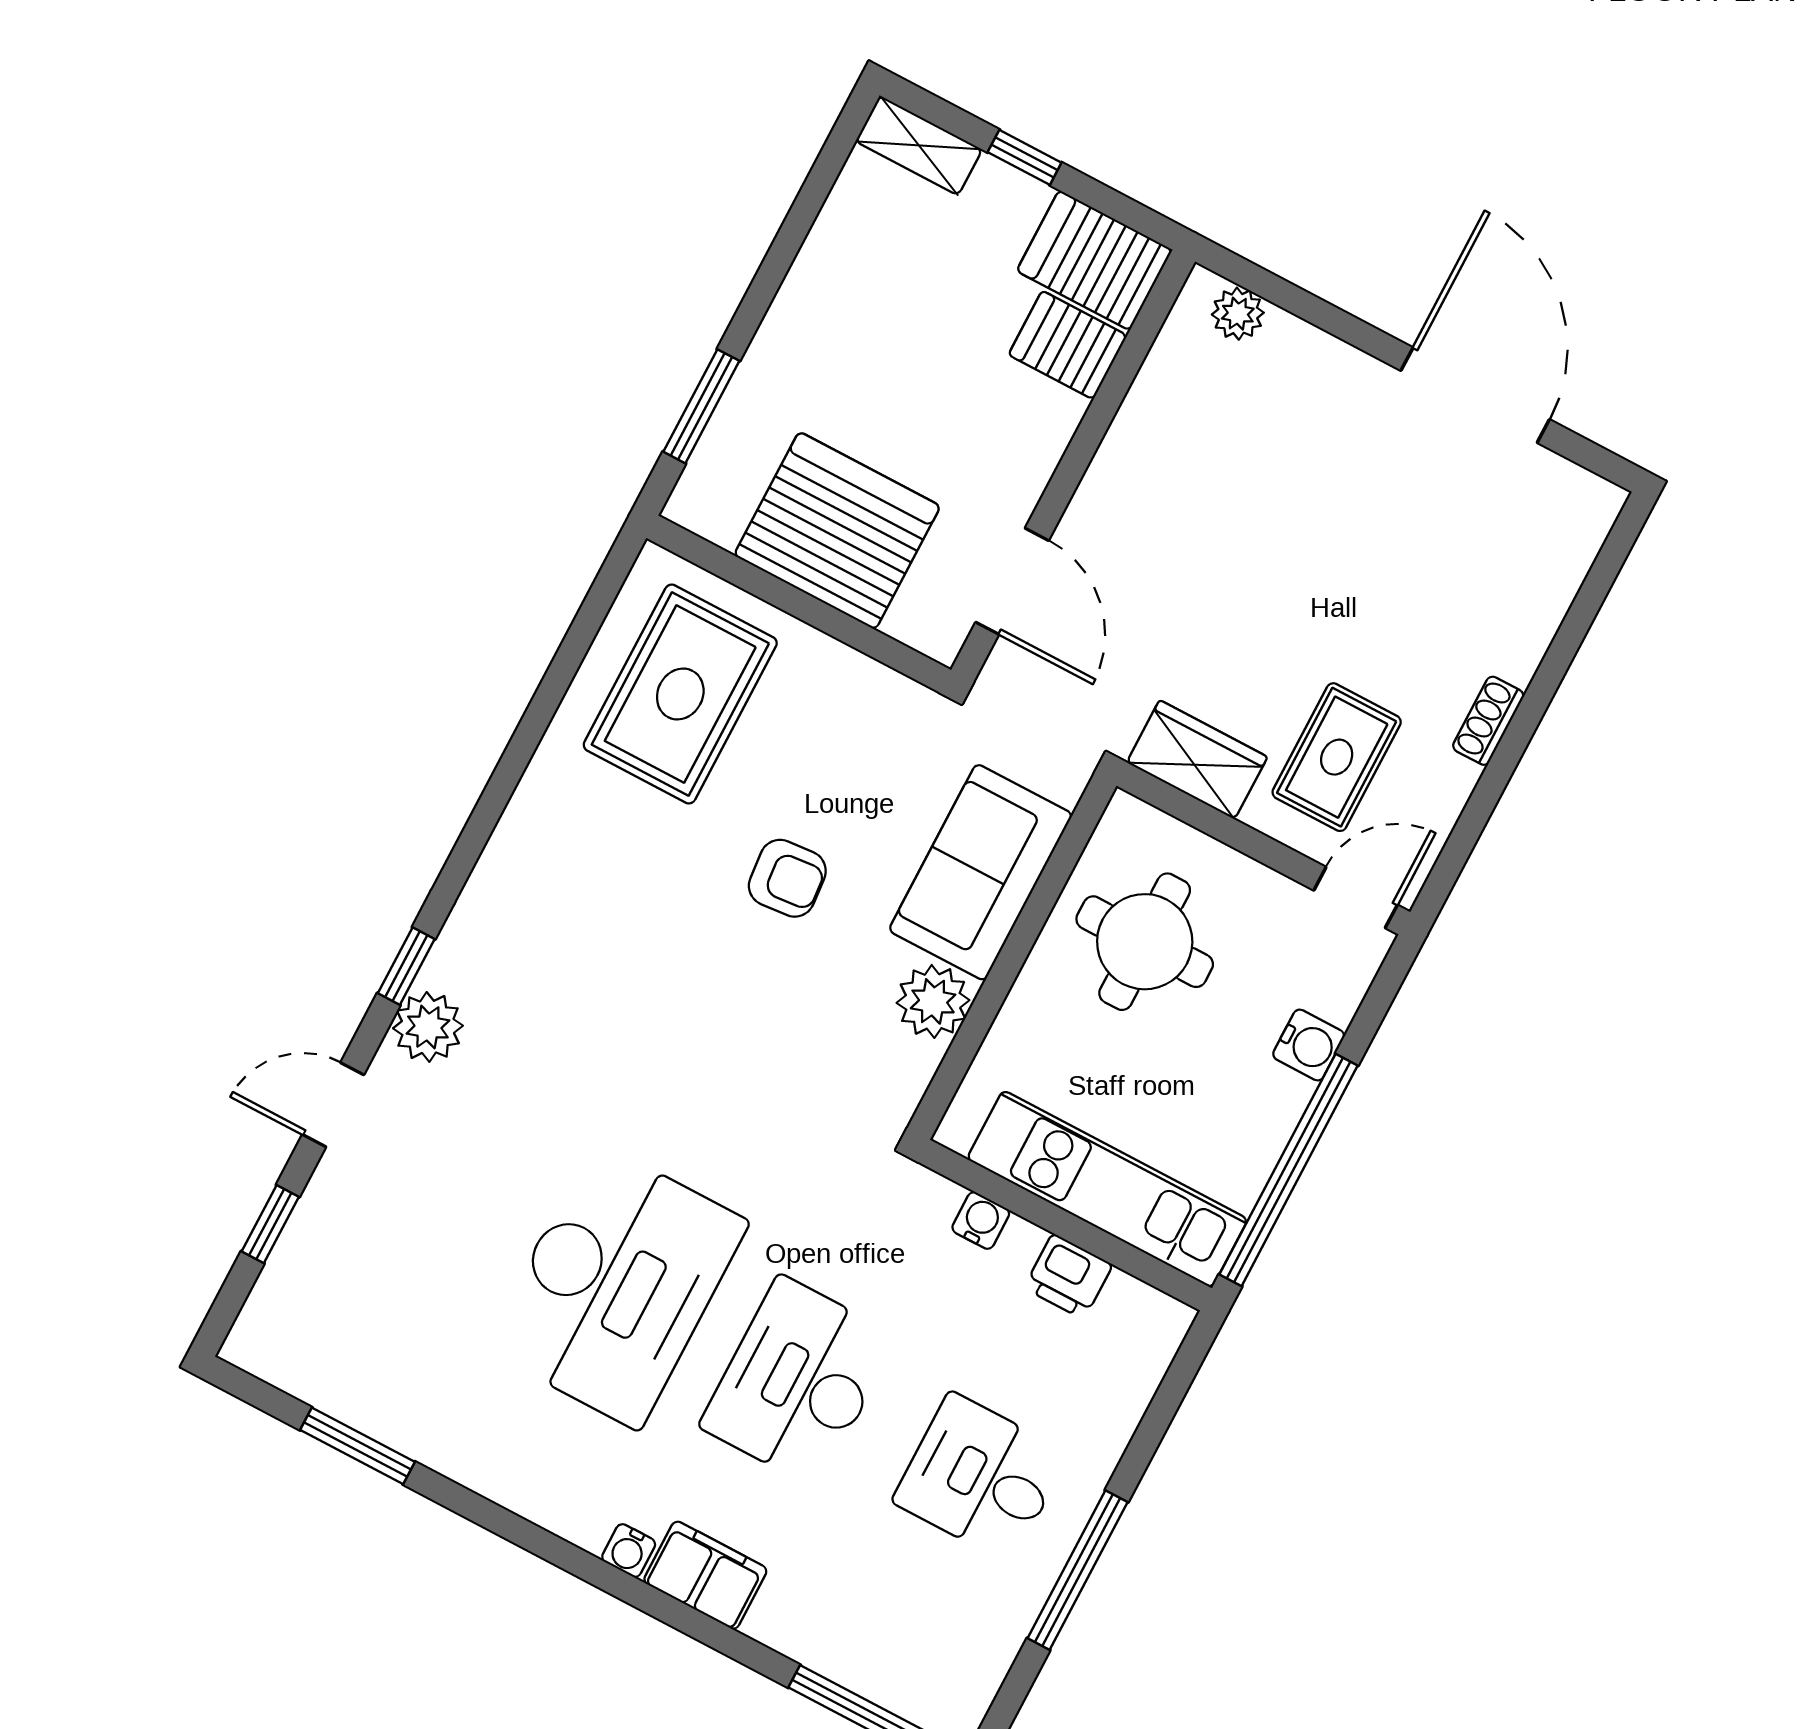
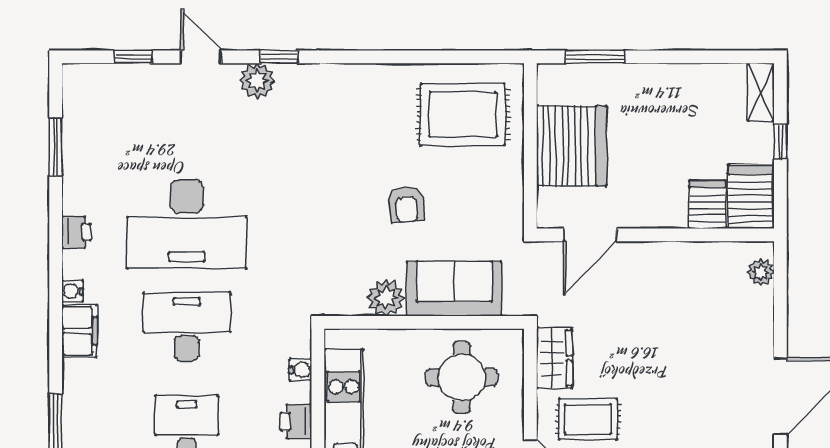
printer: (527, 1488) -> (76, 232), added

